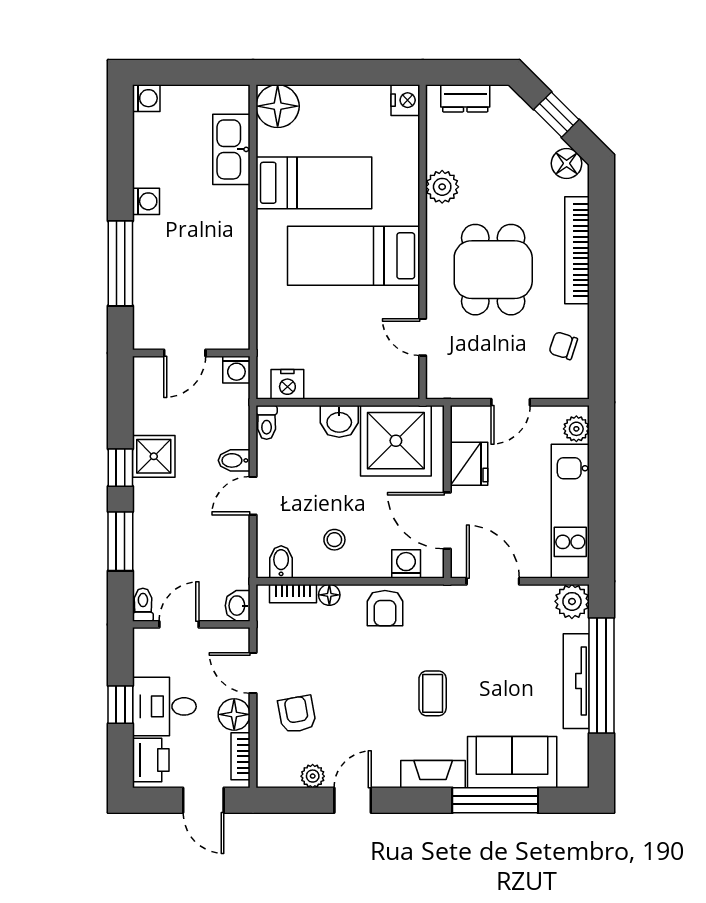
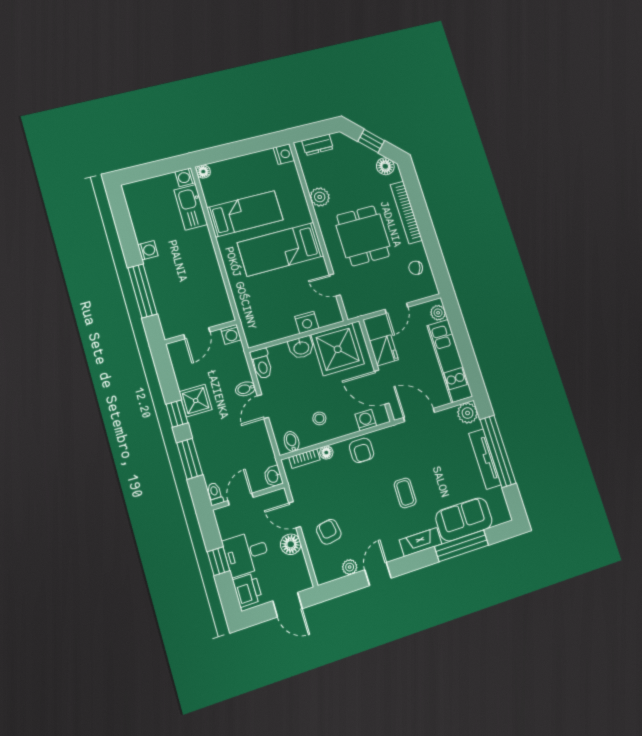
washing machine: (146, 98) -> (185, 177), moved, turned 180
floor lamp: (278, 106) -> (203, 172), width x0.53, depth x0.53
nightstand: (287, 384) -> (307, 322), moved
toilet: (267, 422) -> (262, 364), width x1.37, depth x1.39
bookcase: (240, 756) -> (302, 569), removed

